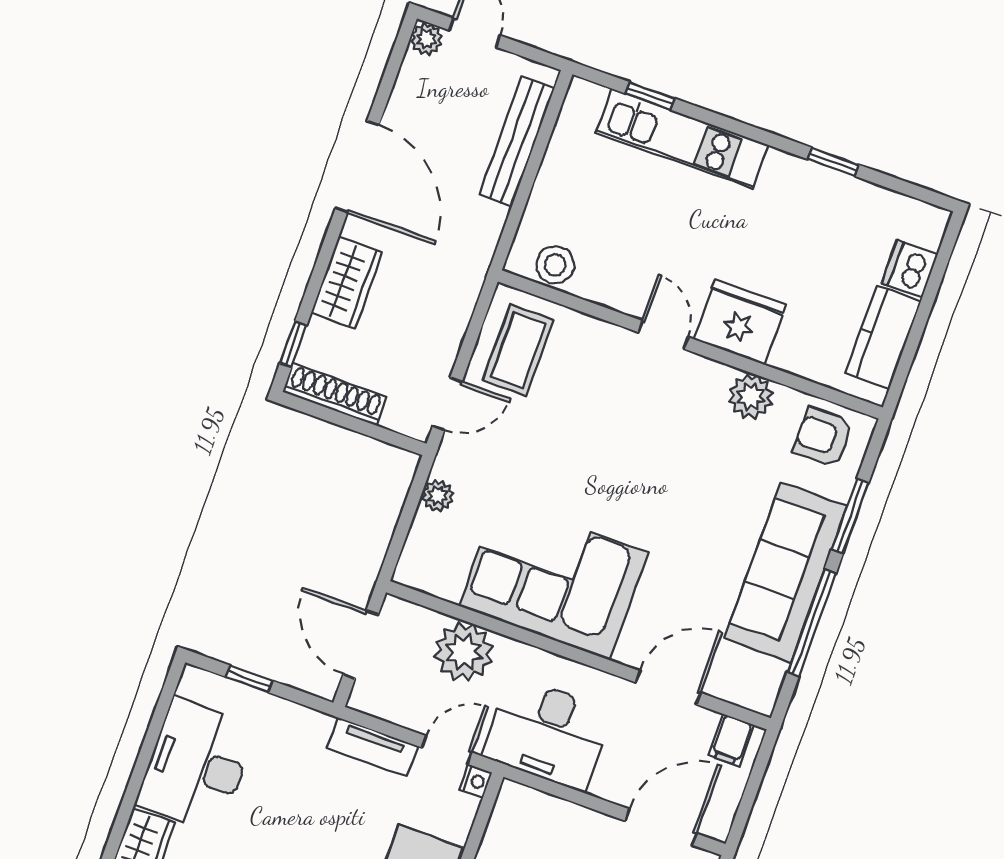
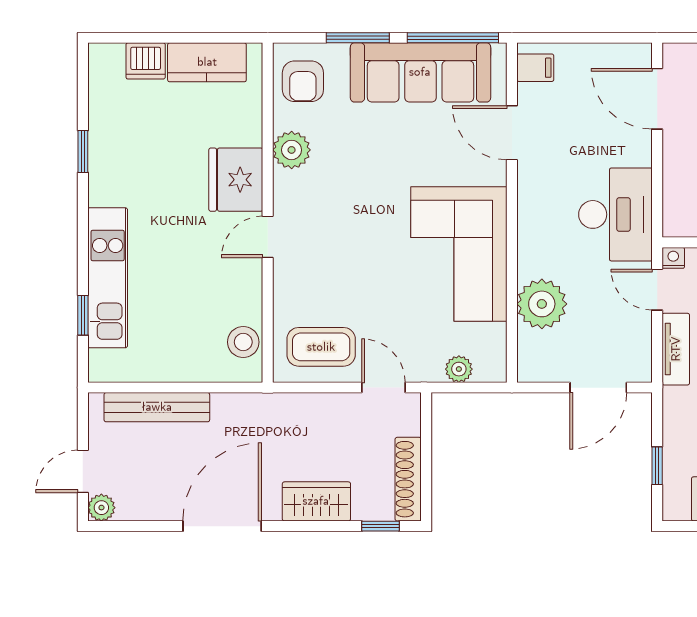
corner sofa: (553, 579) -> (459, 254), moved
plant: (464, 652) -> (542, 304), moved
wall: (578, 655) -> (512, 213), moved
door: (668, 688) -> (512, 133), moved
filing cabinet: (731, 740) -> (535, 68), moved

